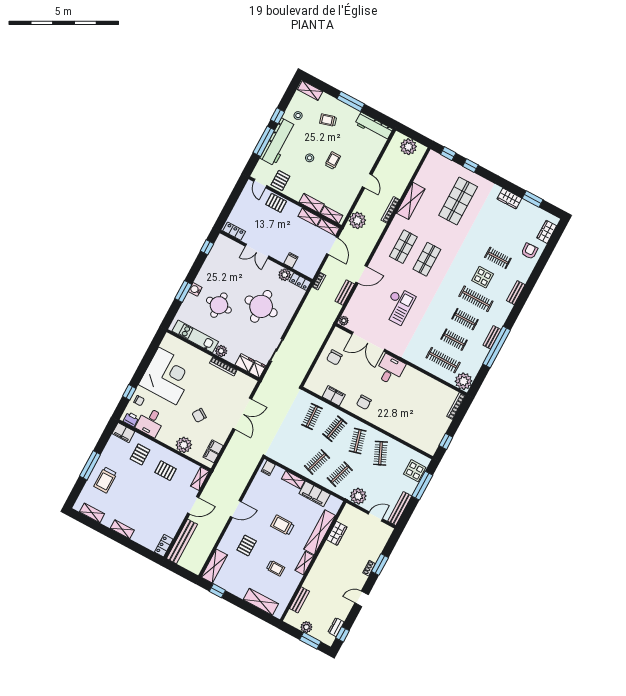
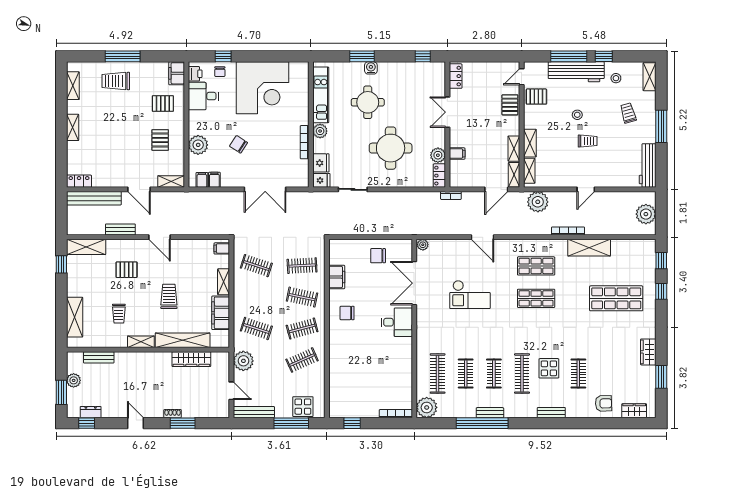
bench: (345, 292) -> (120, 229), moved
clothes rail: (317, 462) -> (256, 266), moved
wardrobe: (337, 533) -> (191, 359), width x1.50

